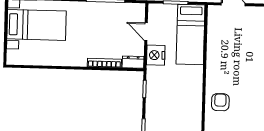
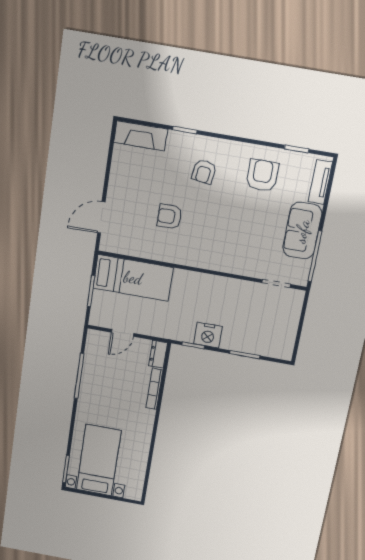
nightstand: (156, 55) -> (208, 335), moved
armchair: (220, 102) -> (169, 217), moved

